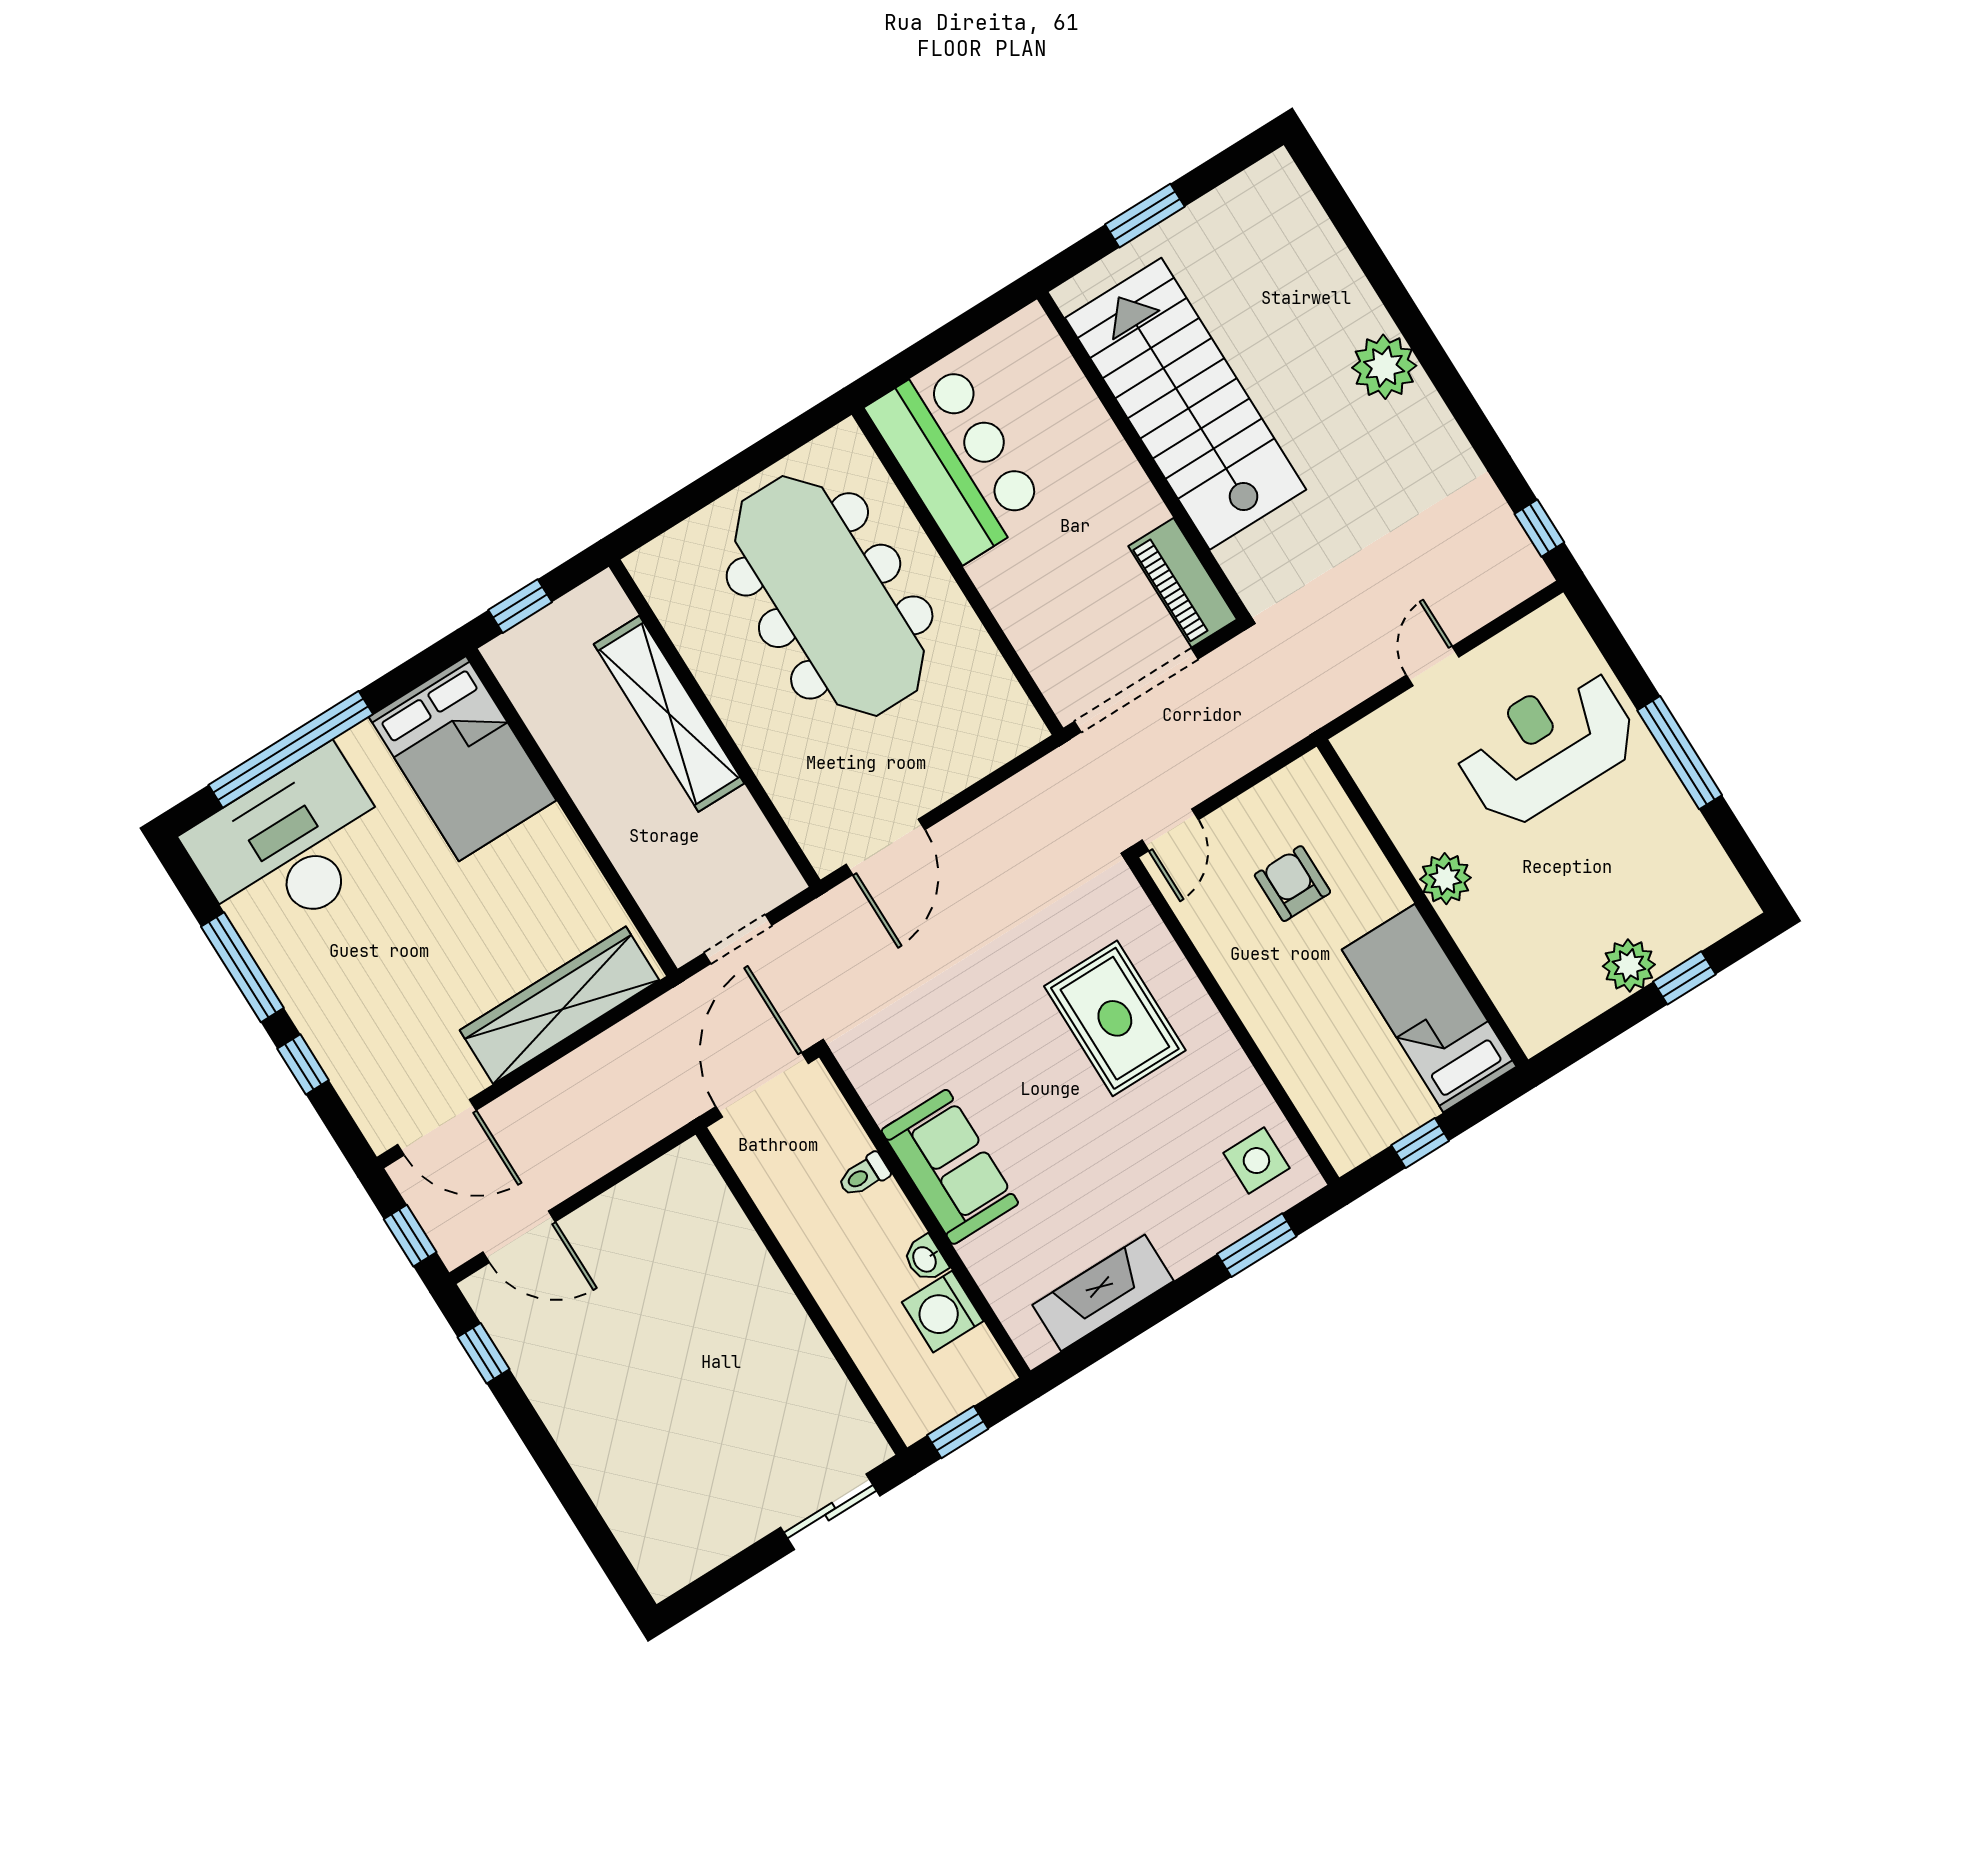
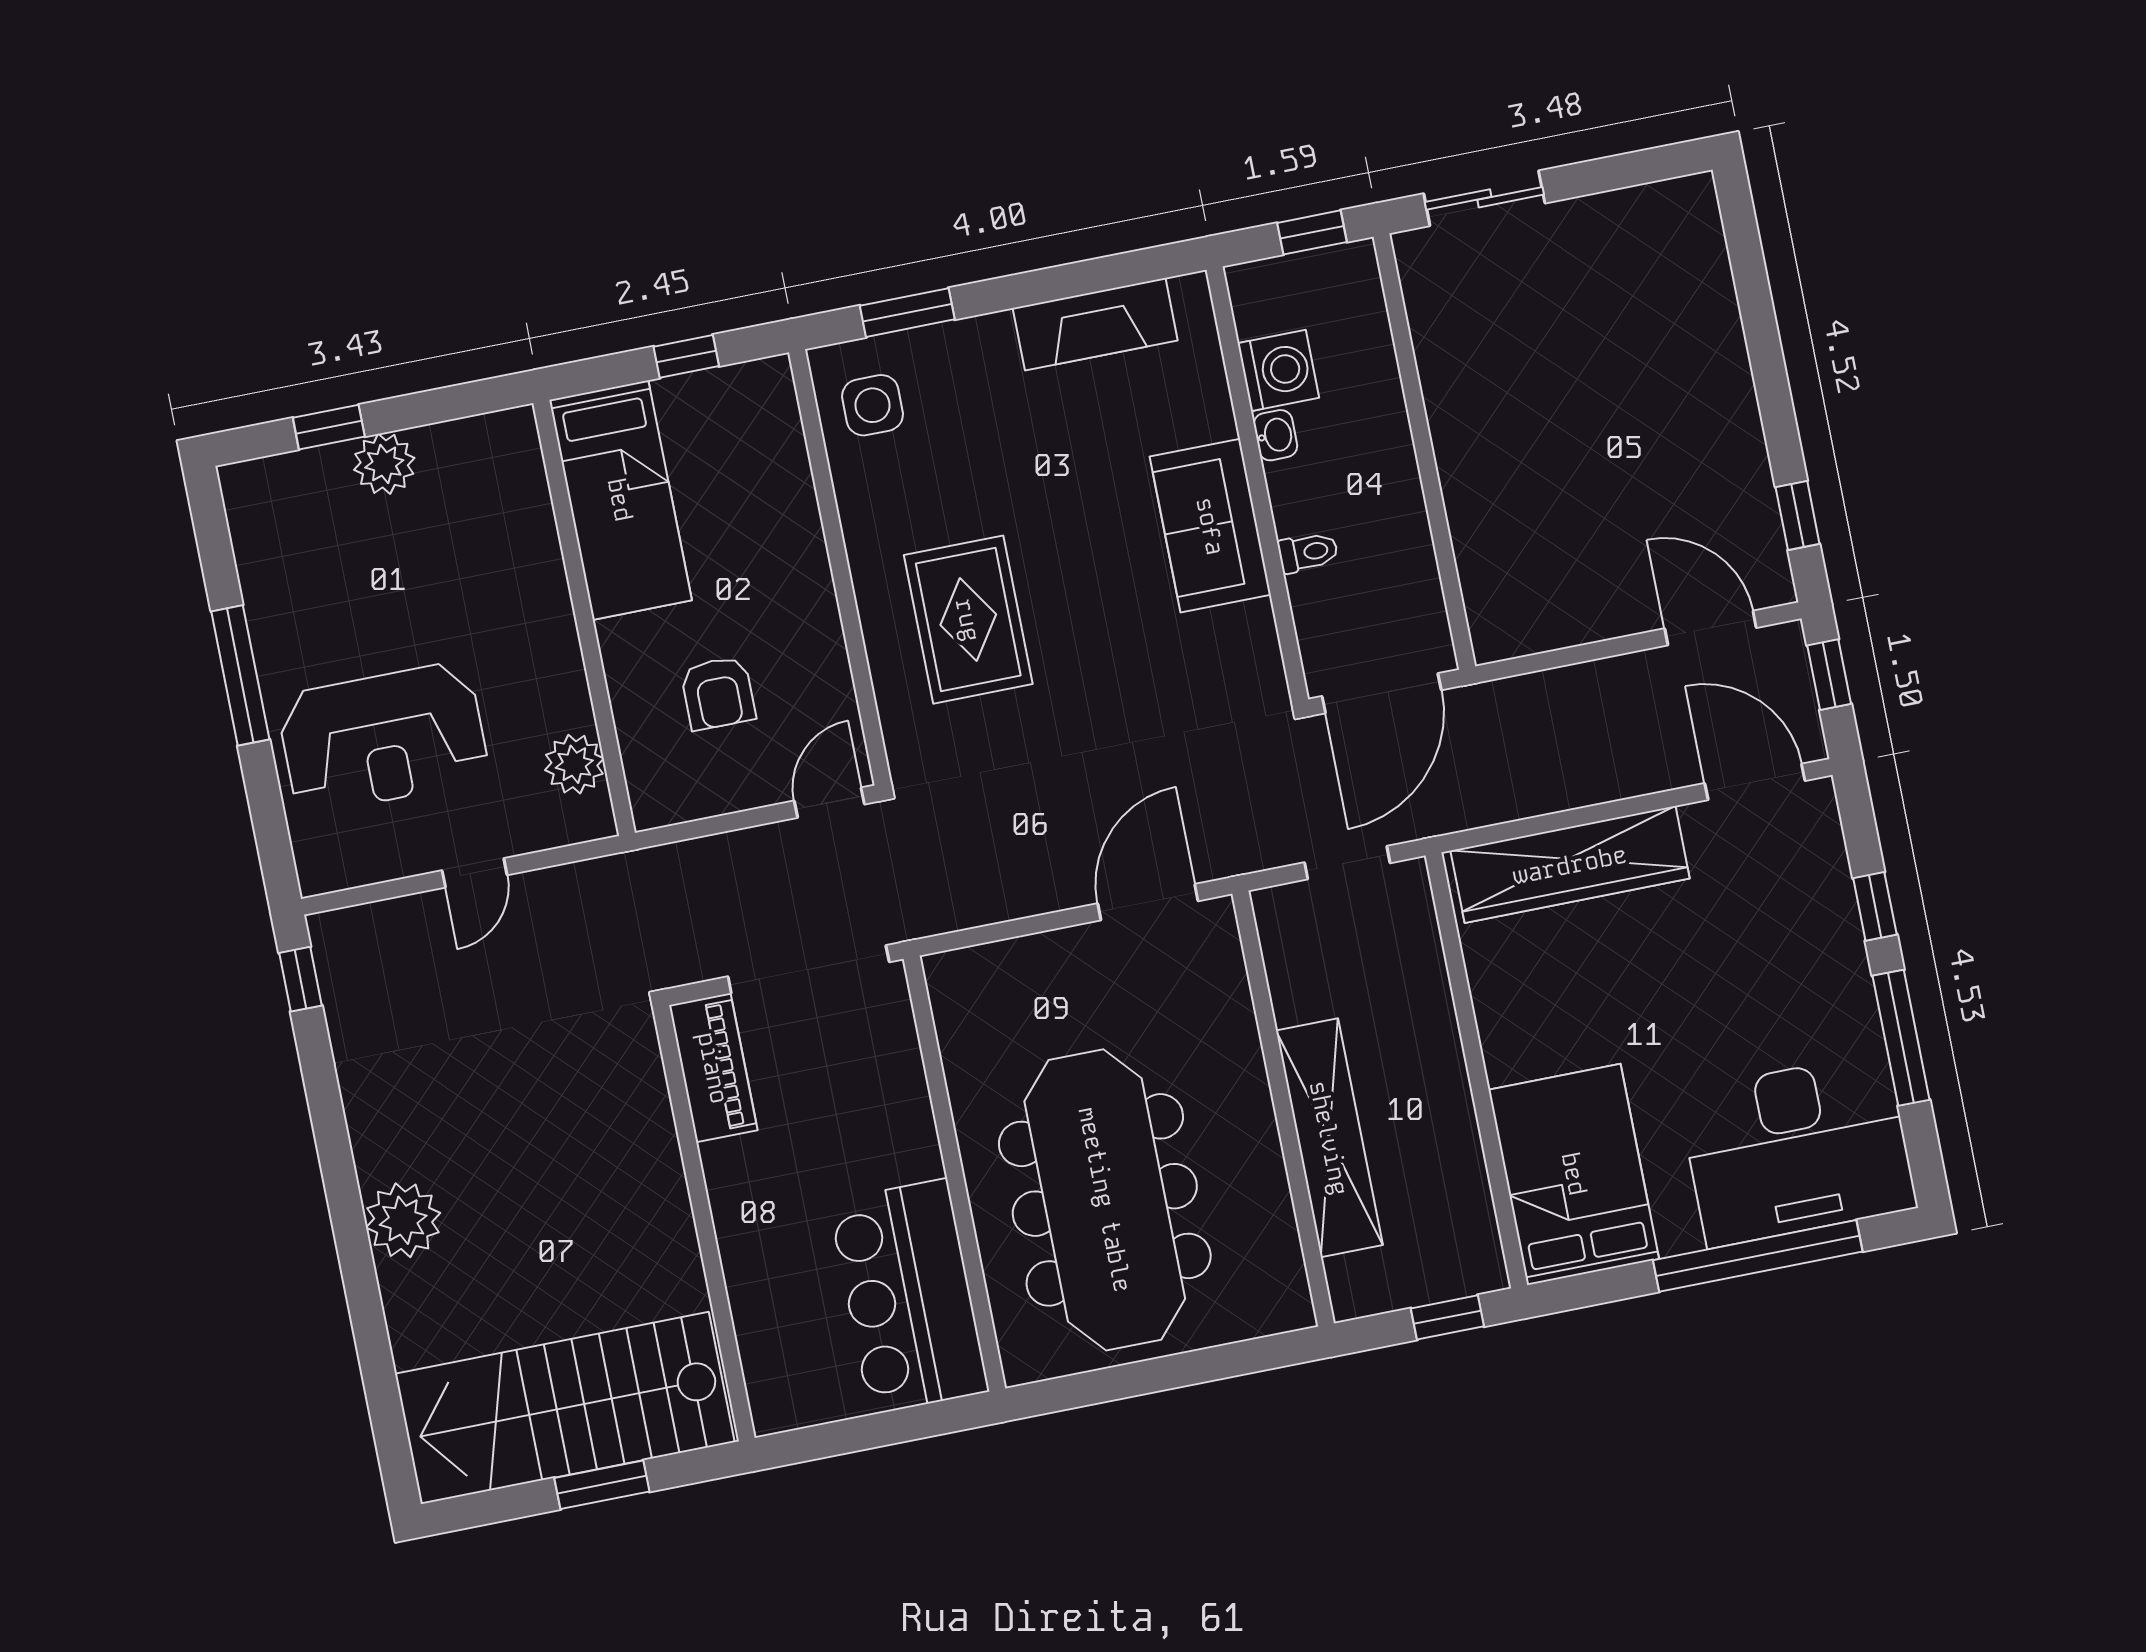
stairs: (1186, 404) -> (565, 1408), moved, turned 90
plant: (1445, 879) -> (574, 764), moved

